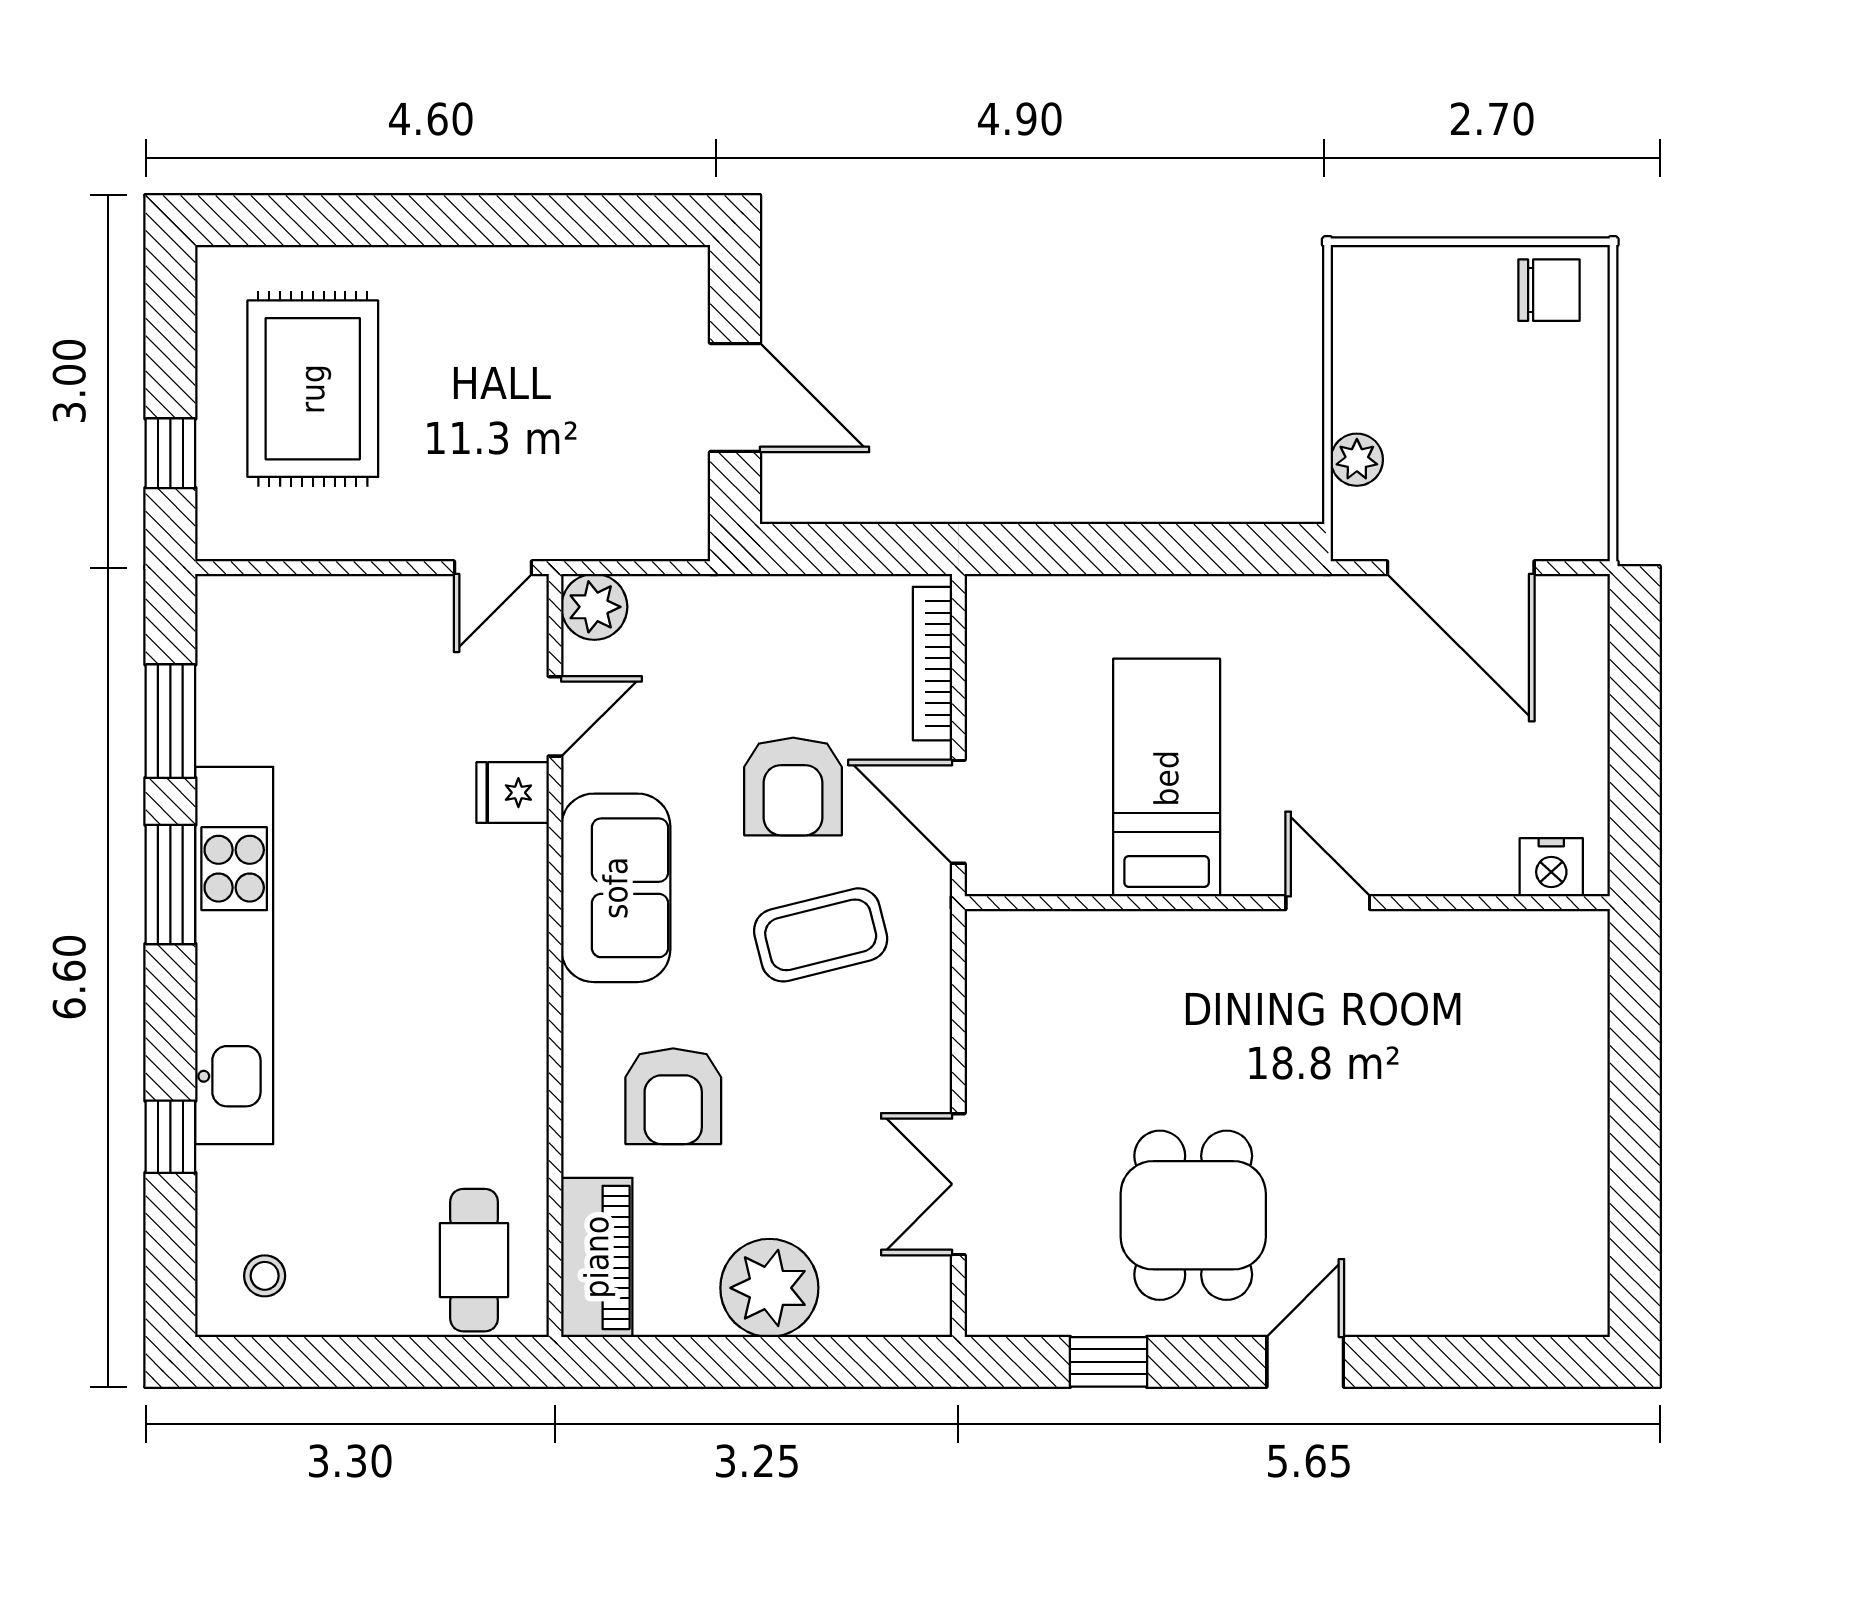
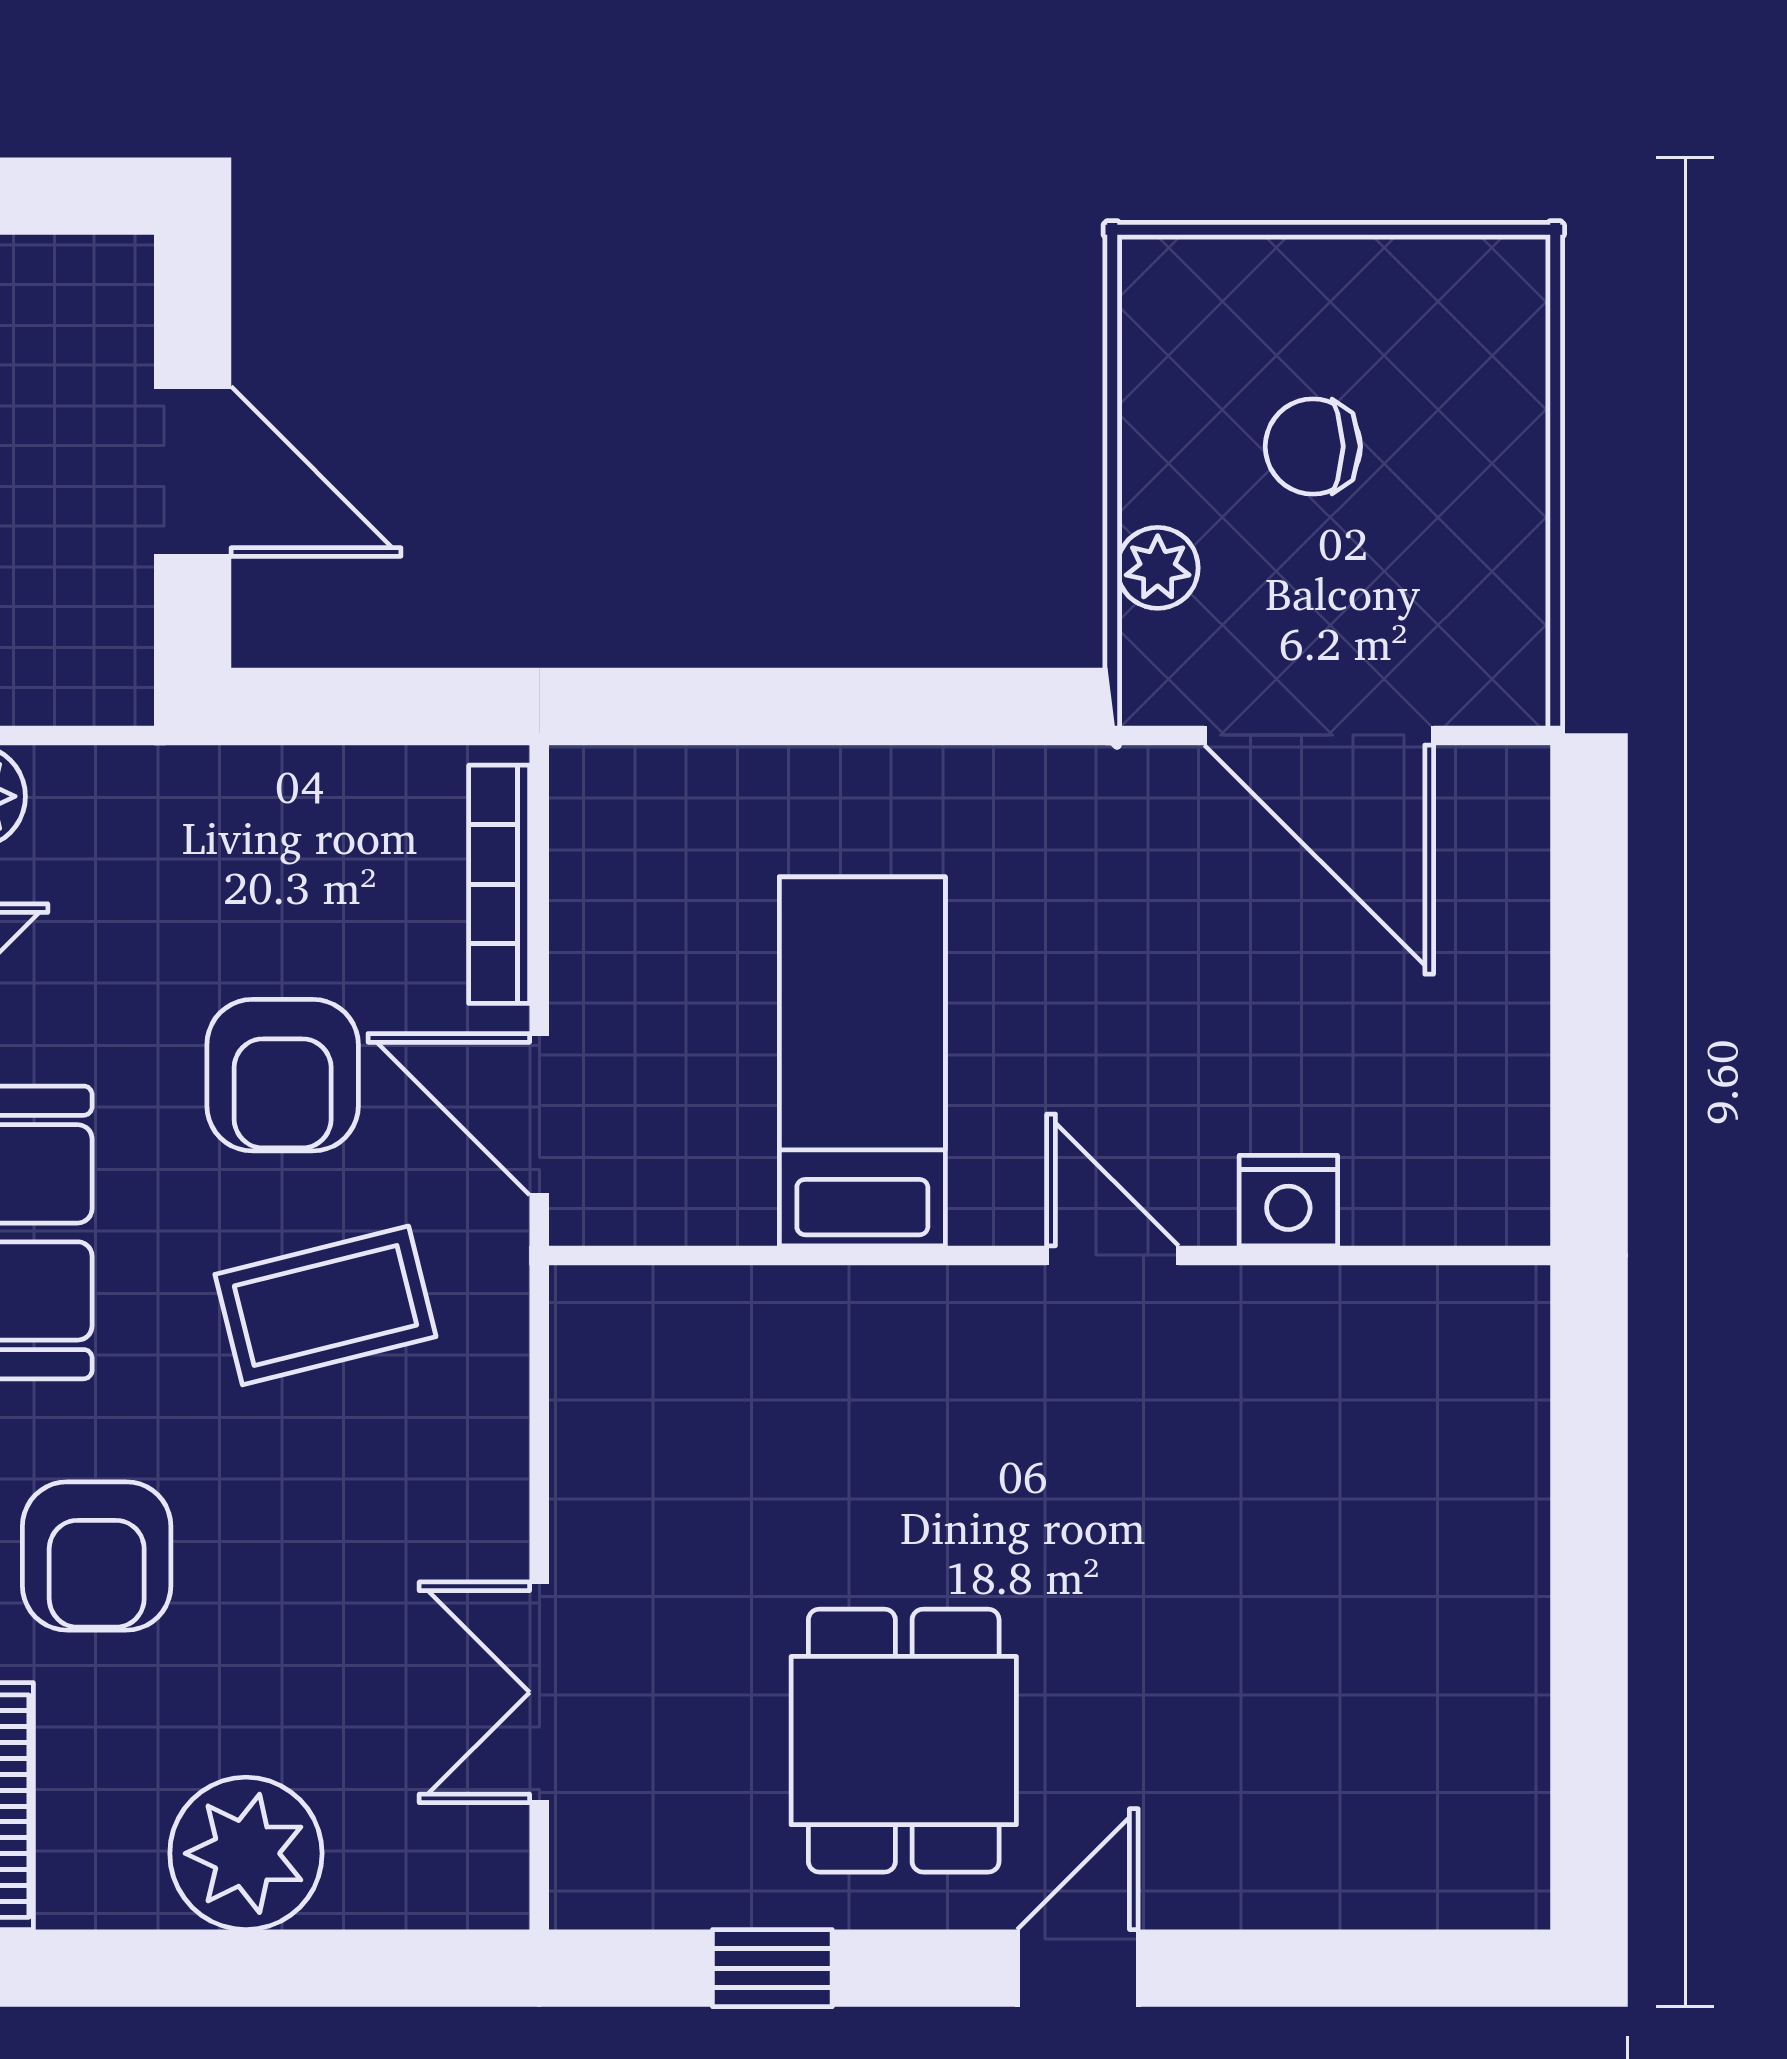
chair: (1549, 290) -> (1313, 446), moved, turned 180
nightstand: (1551, 867) -> (1288, 1201), moved

